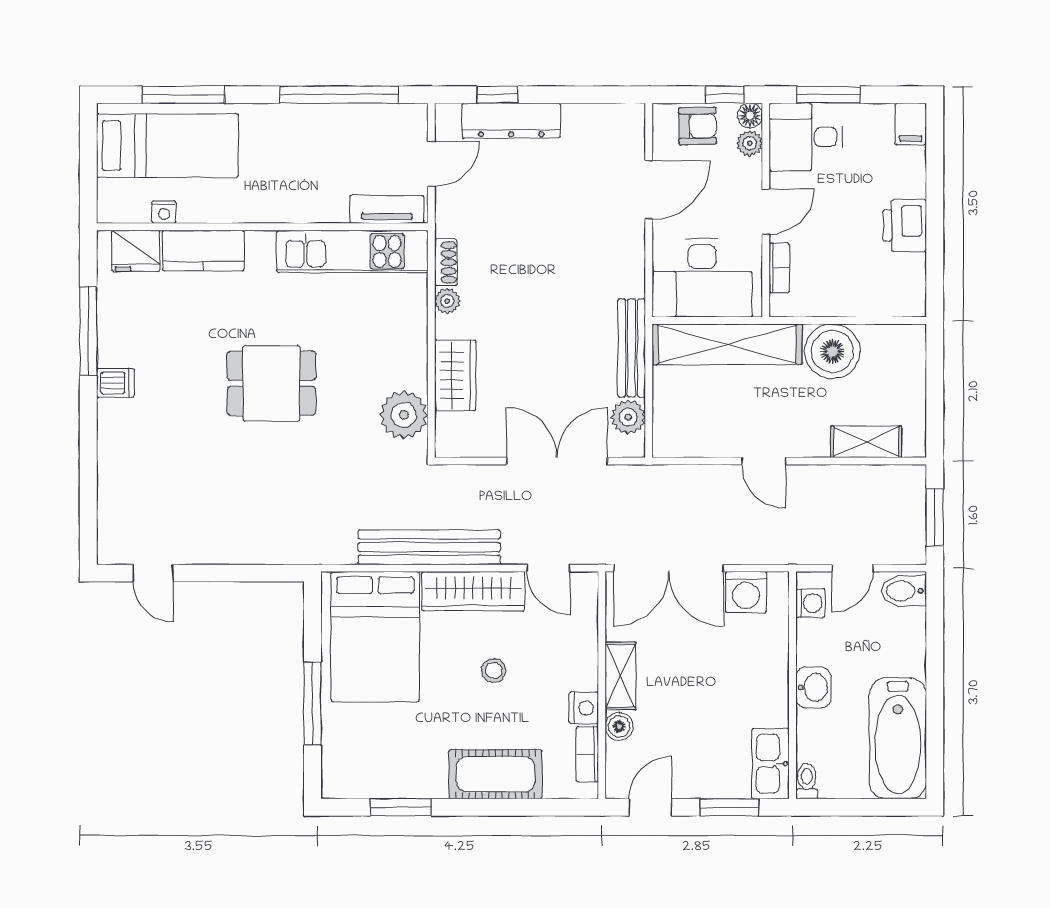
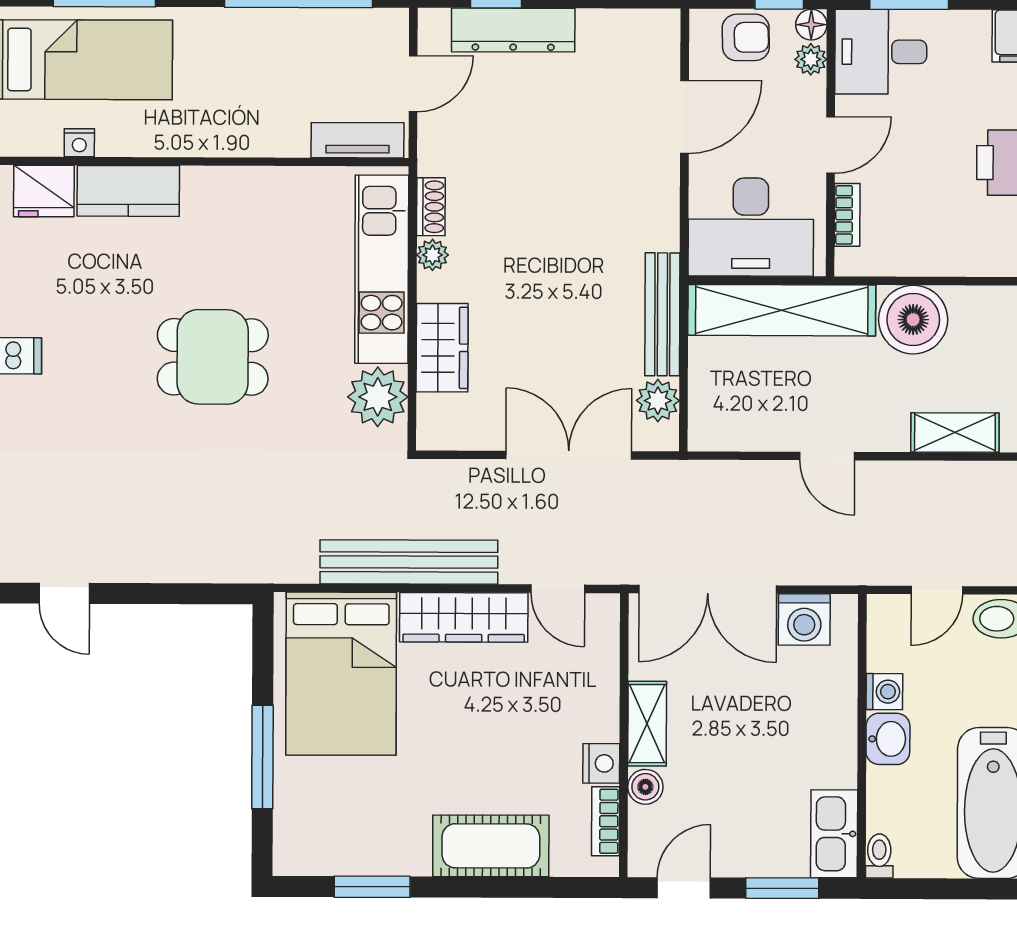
kitchen unit: (352, 251) -> (382, 269), moved, turned 90
washing machine: (810, 603) -> (884, 692), moved
stool: (494, 671) -> (489, 716), removed

